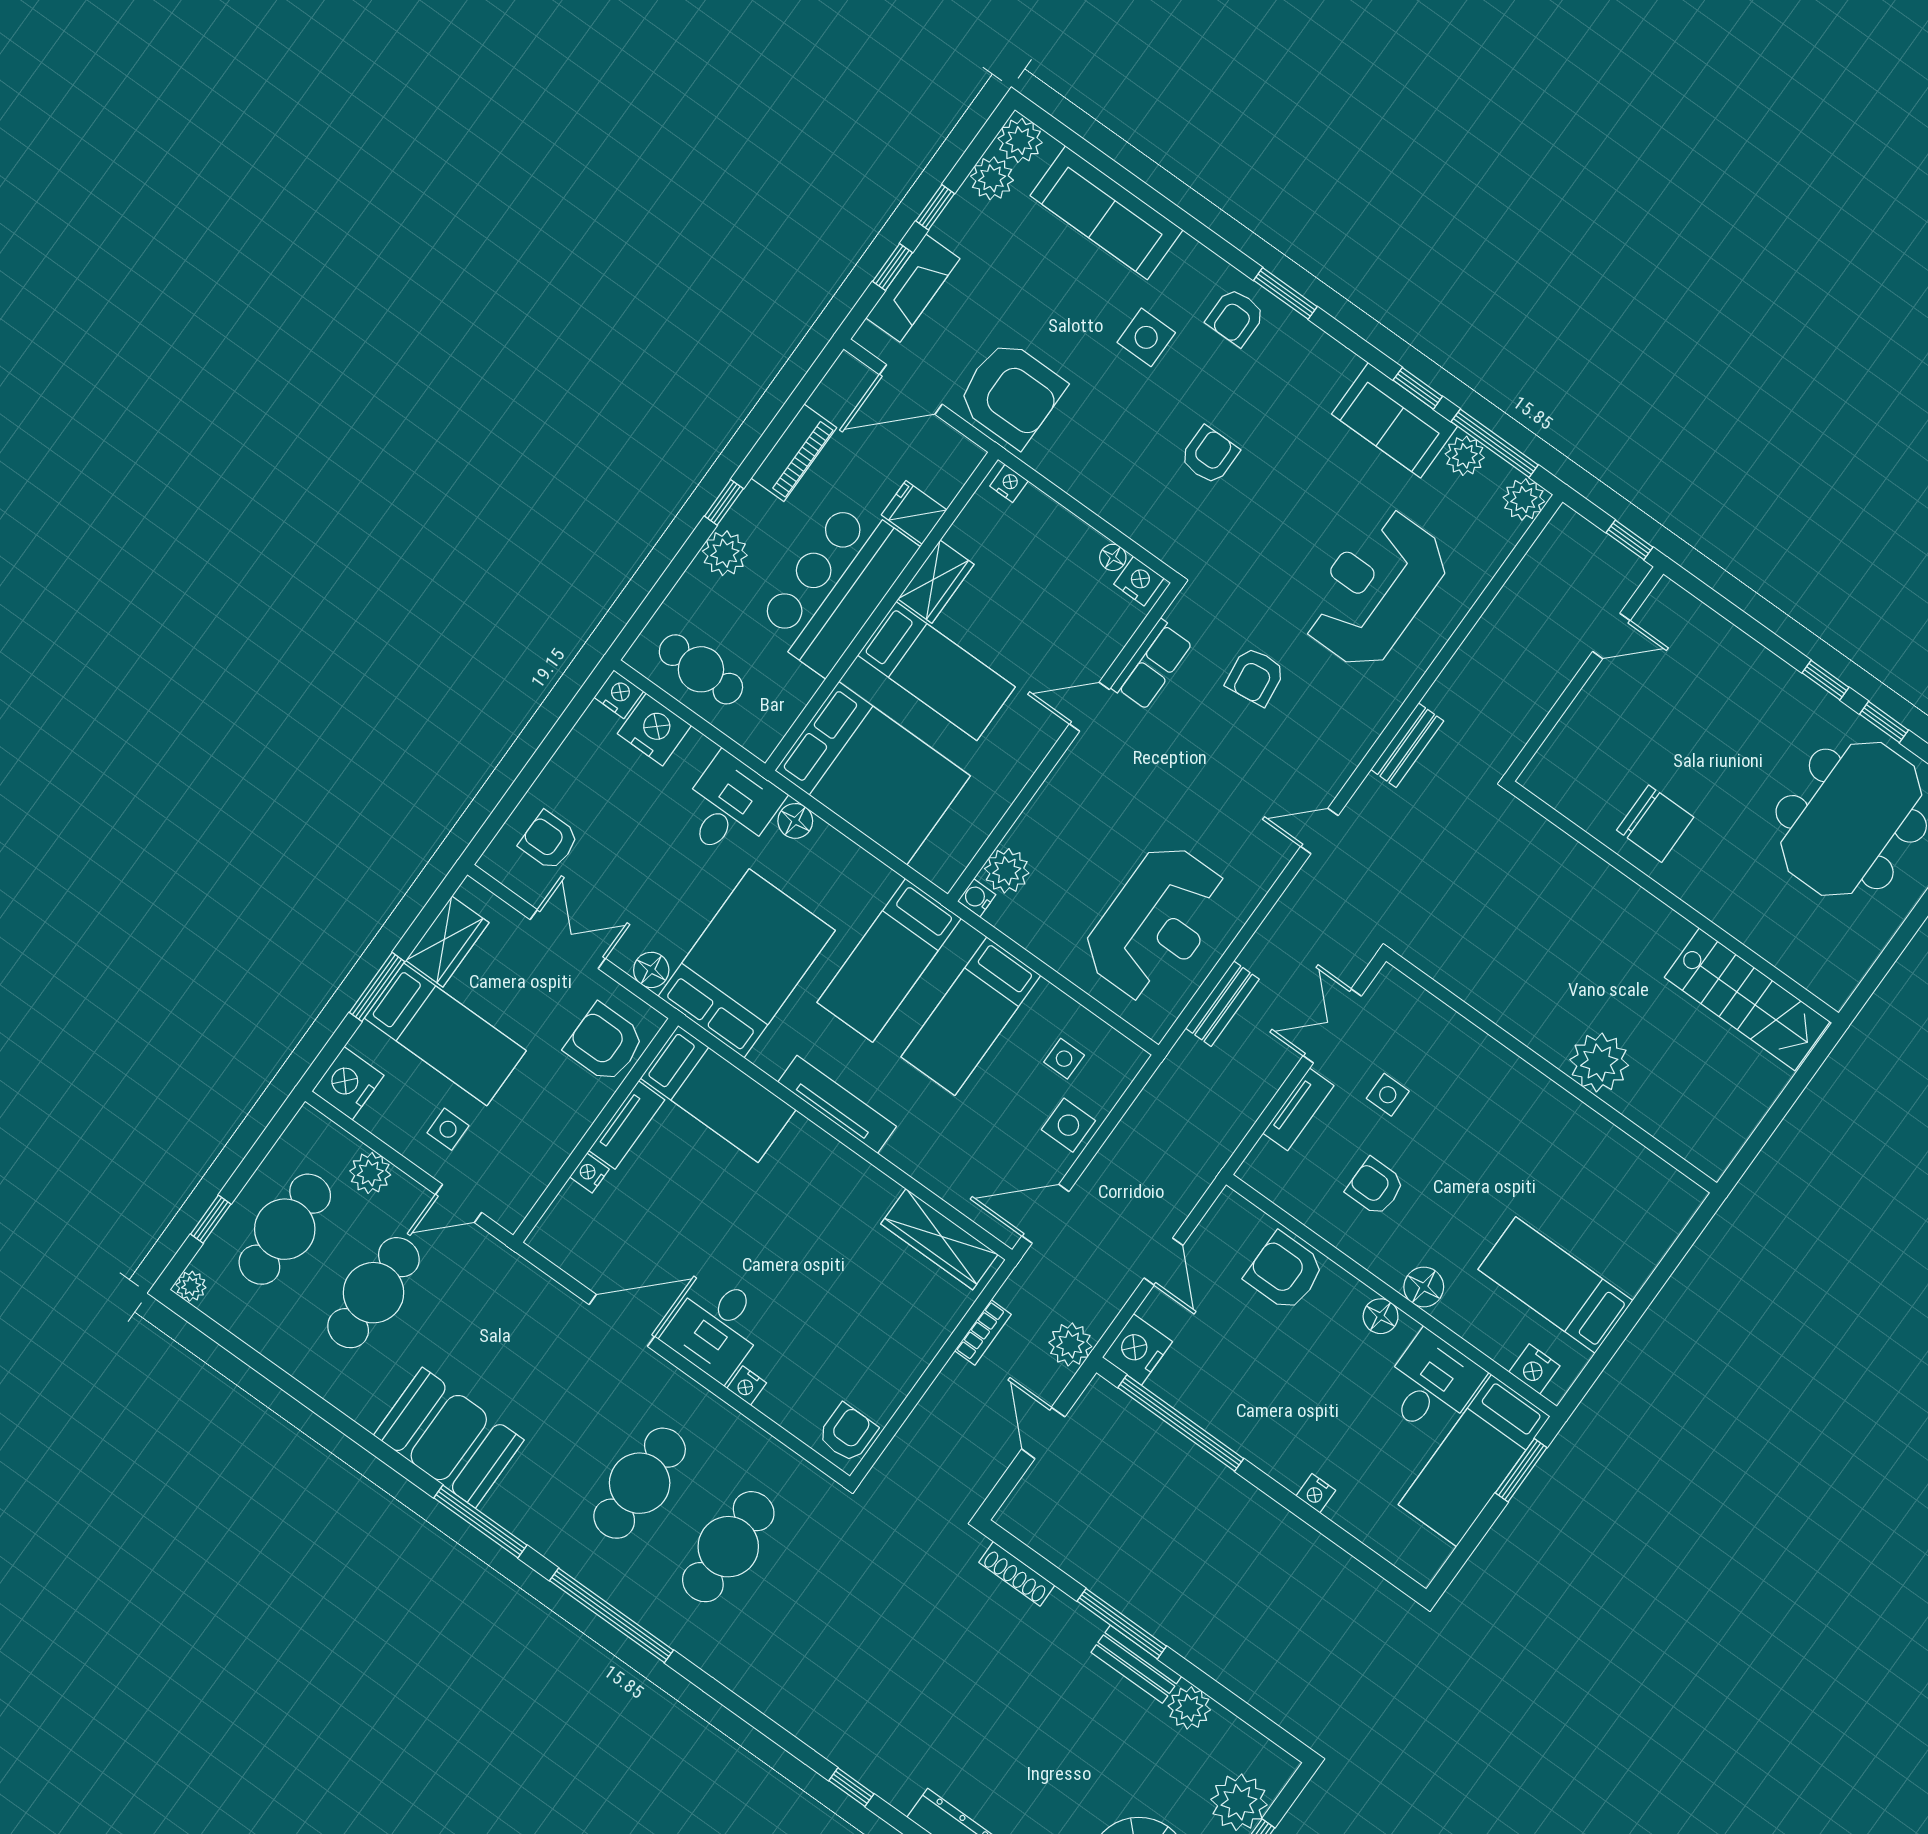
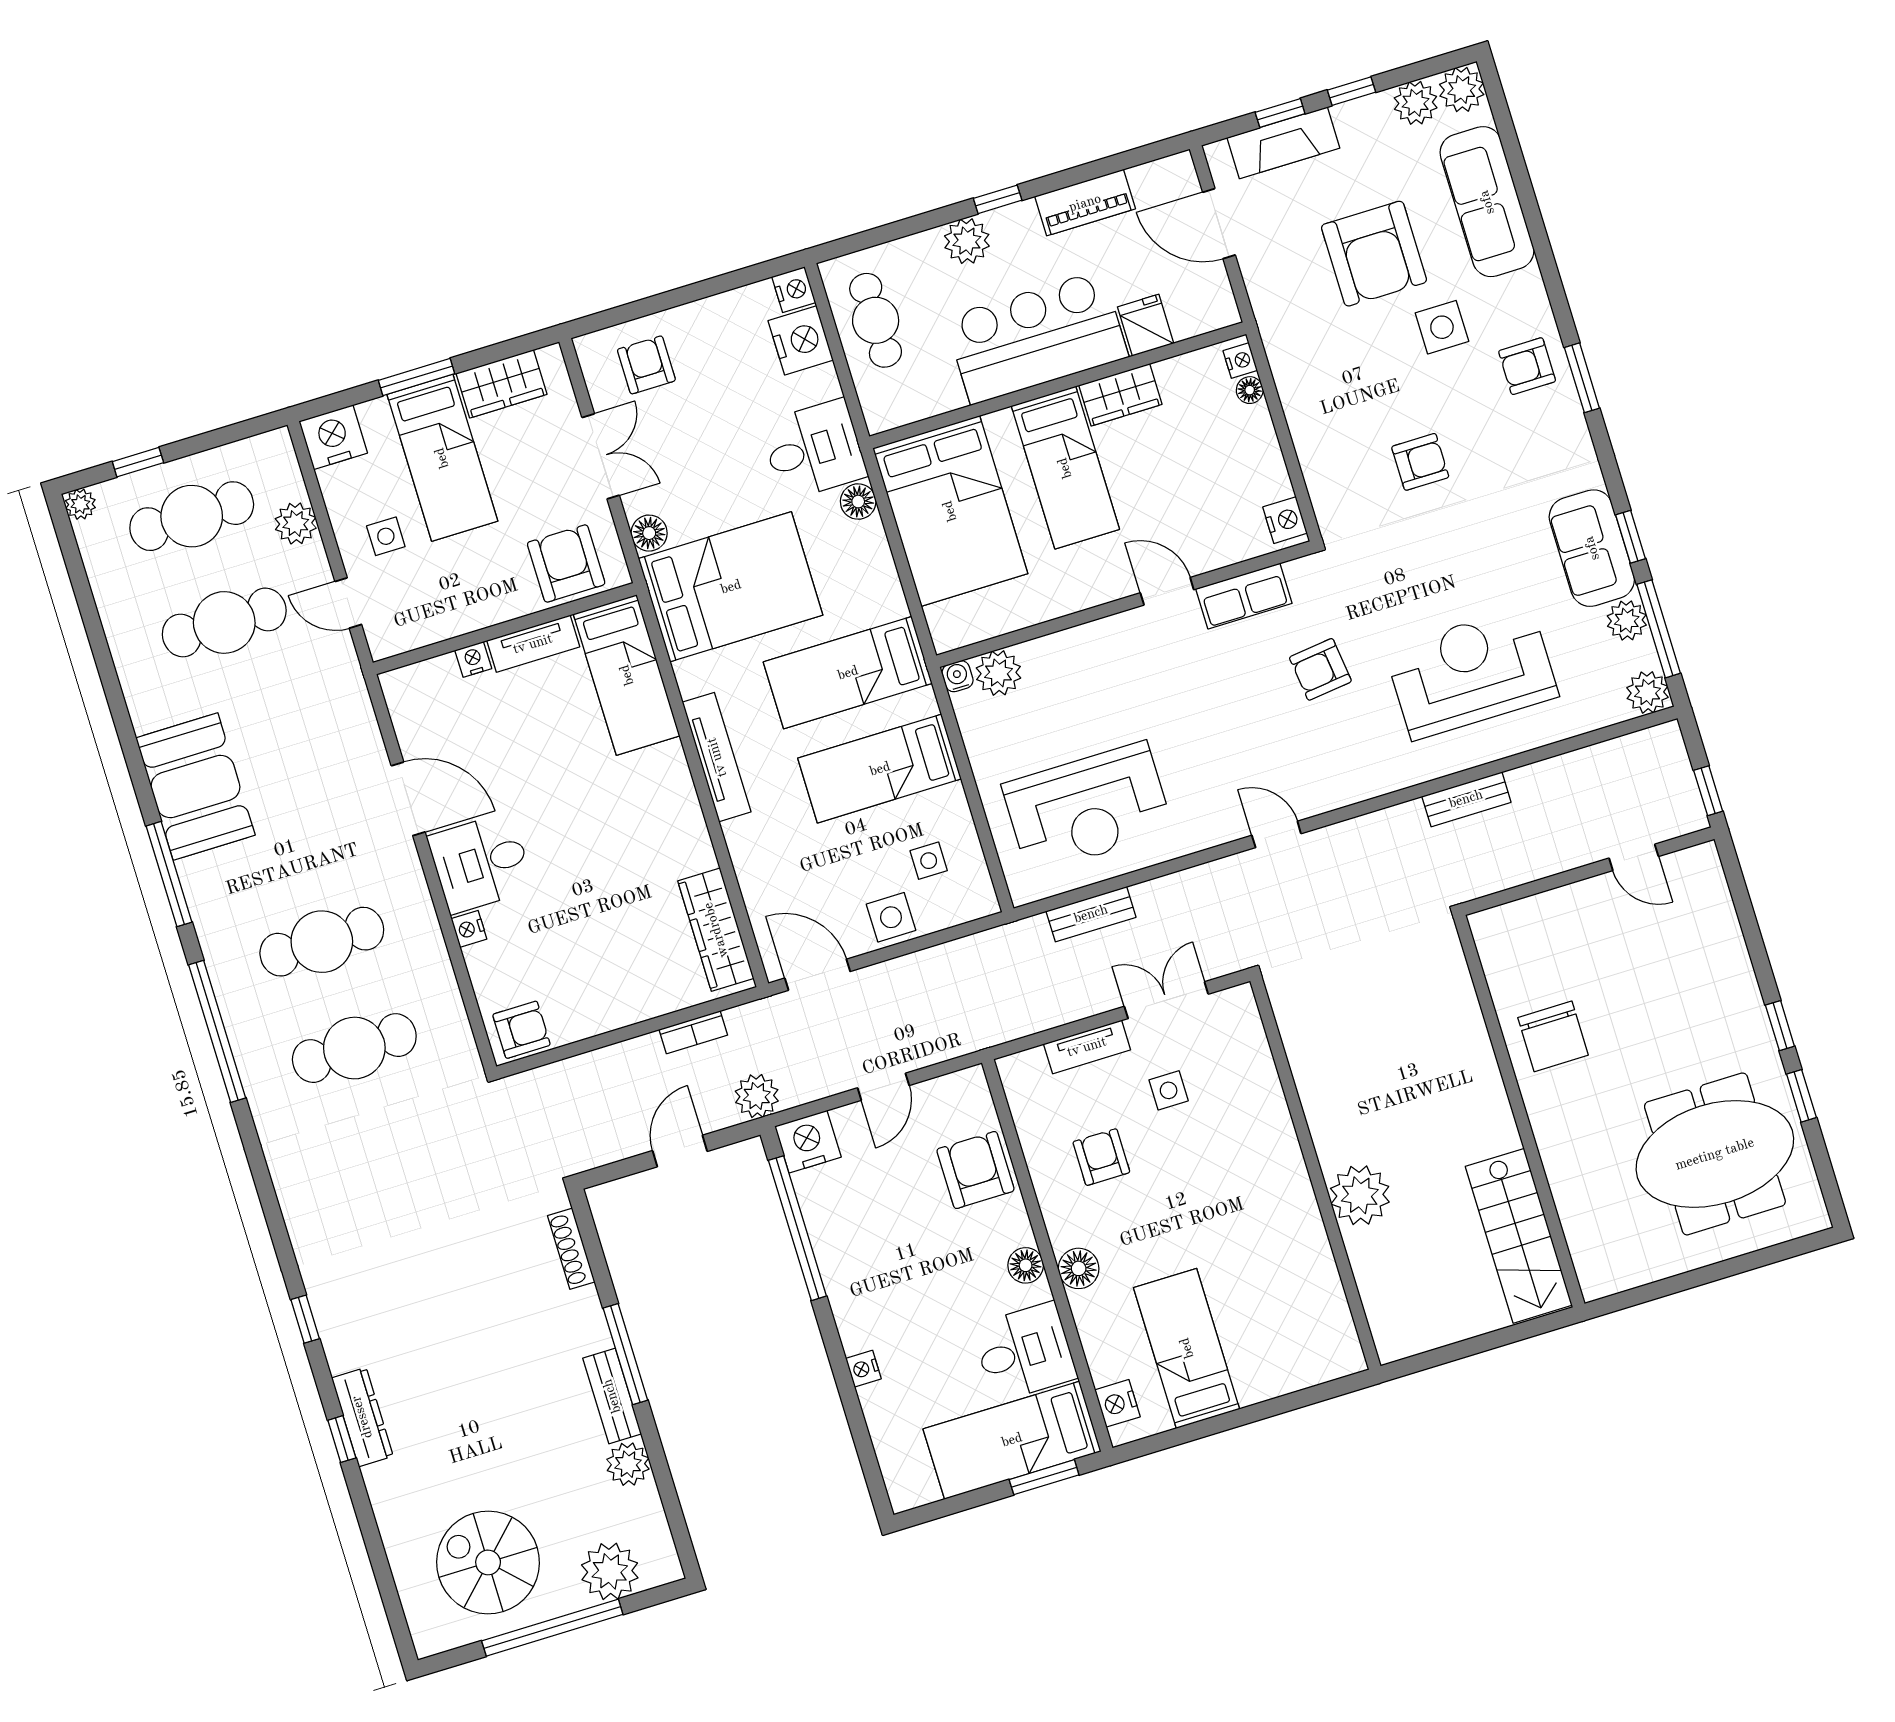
armchair: (1011, 394) -> (1374, 254), moved
floor lamp: (1113, 557) -> (1250, 390), moved
bench: (1407, 745) -> (1466, 799), moved

